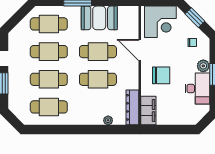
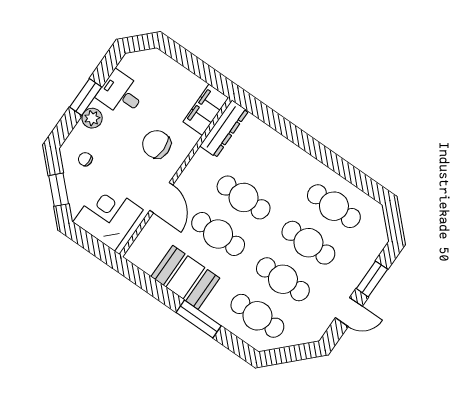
desk: (197, 89) -> (121, 94), width x0.73
plant: (108, 120) -> (268, 134), removed

